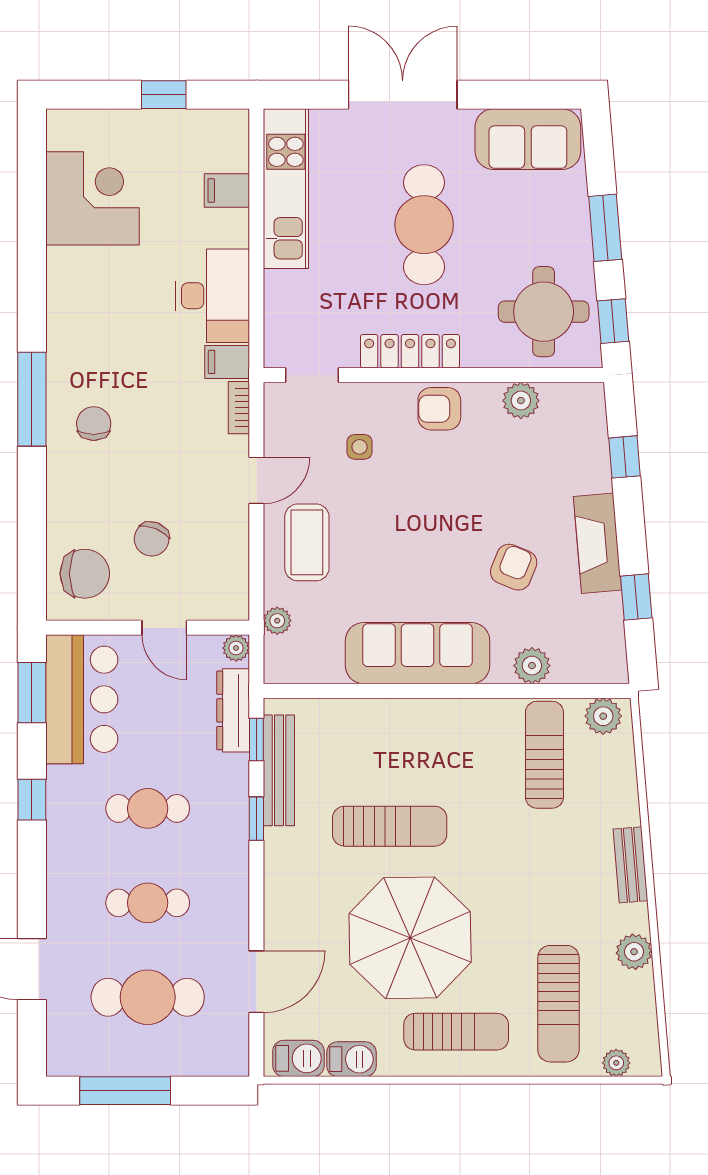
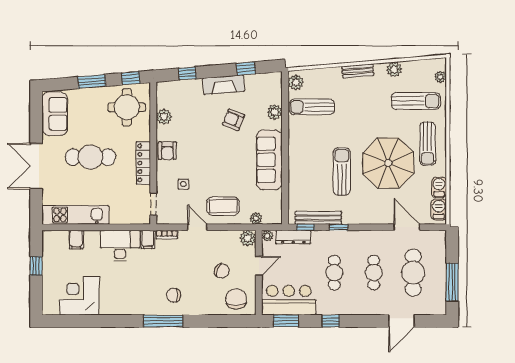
plant: (230, 601) -> (248, 238), added
sun lounger: (456, 1032) -> (428, 144), turned 180

